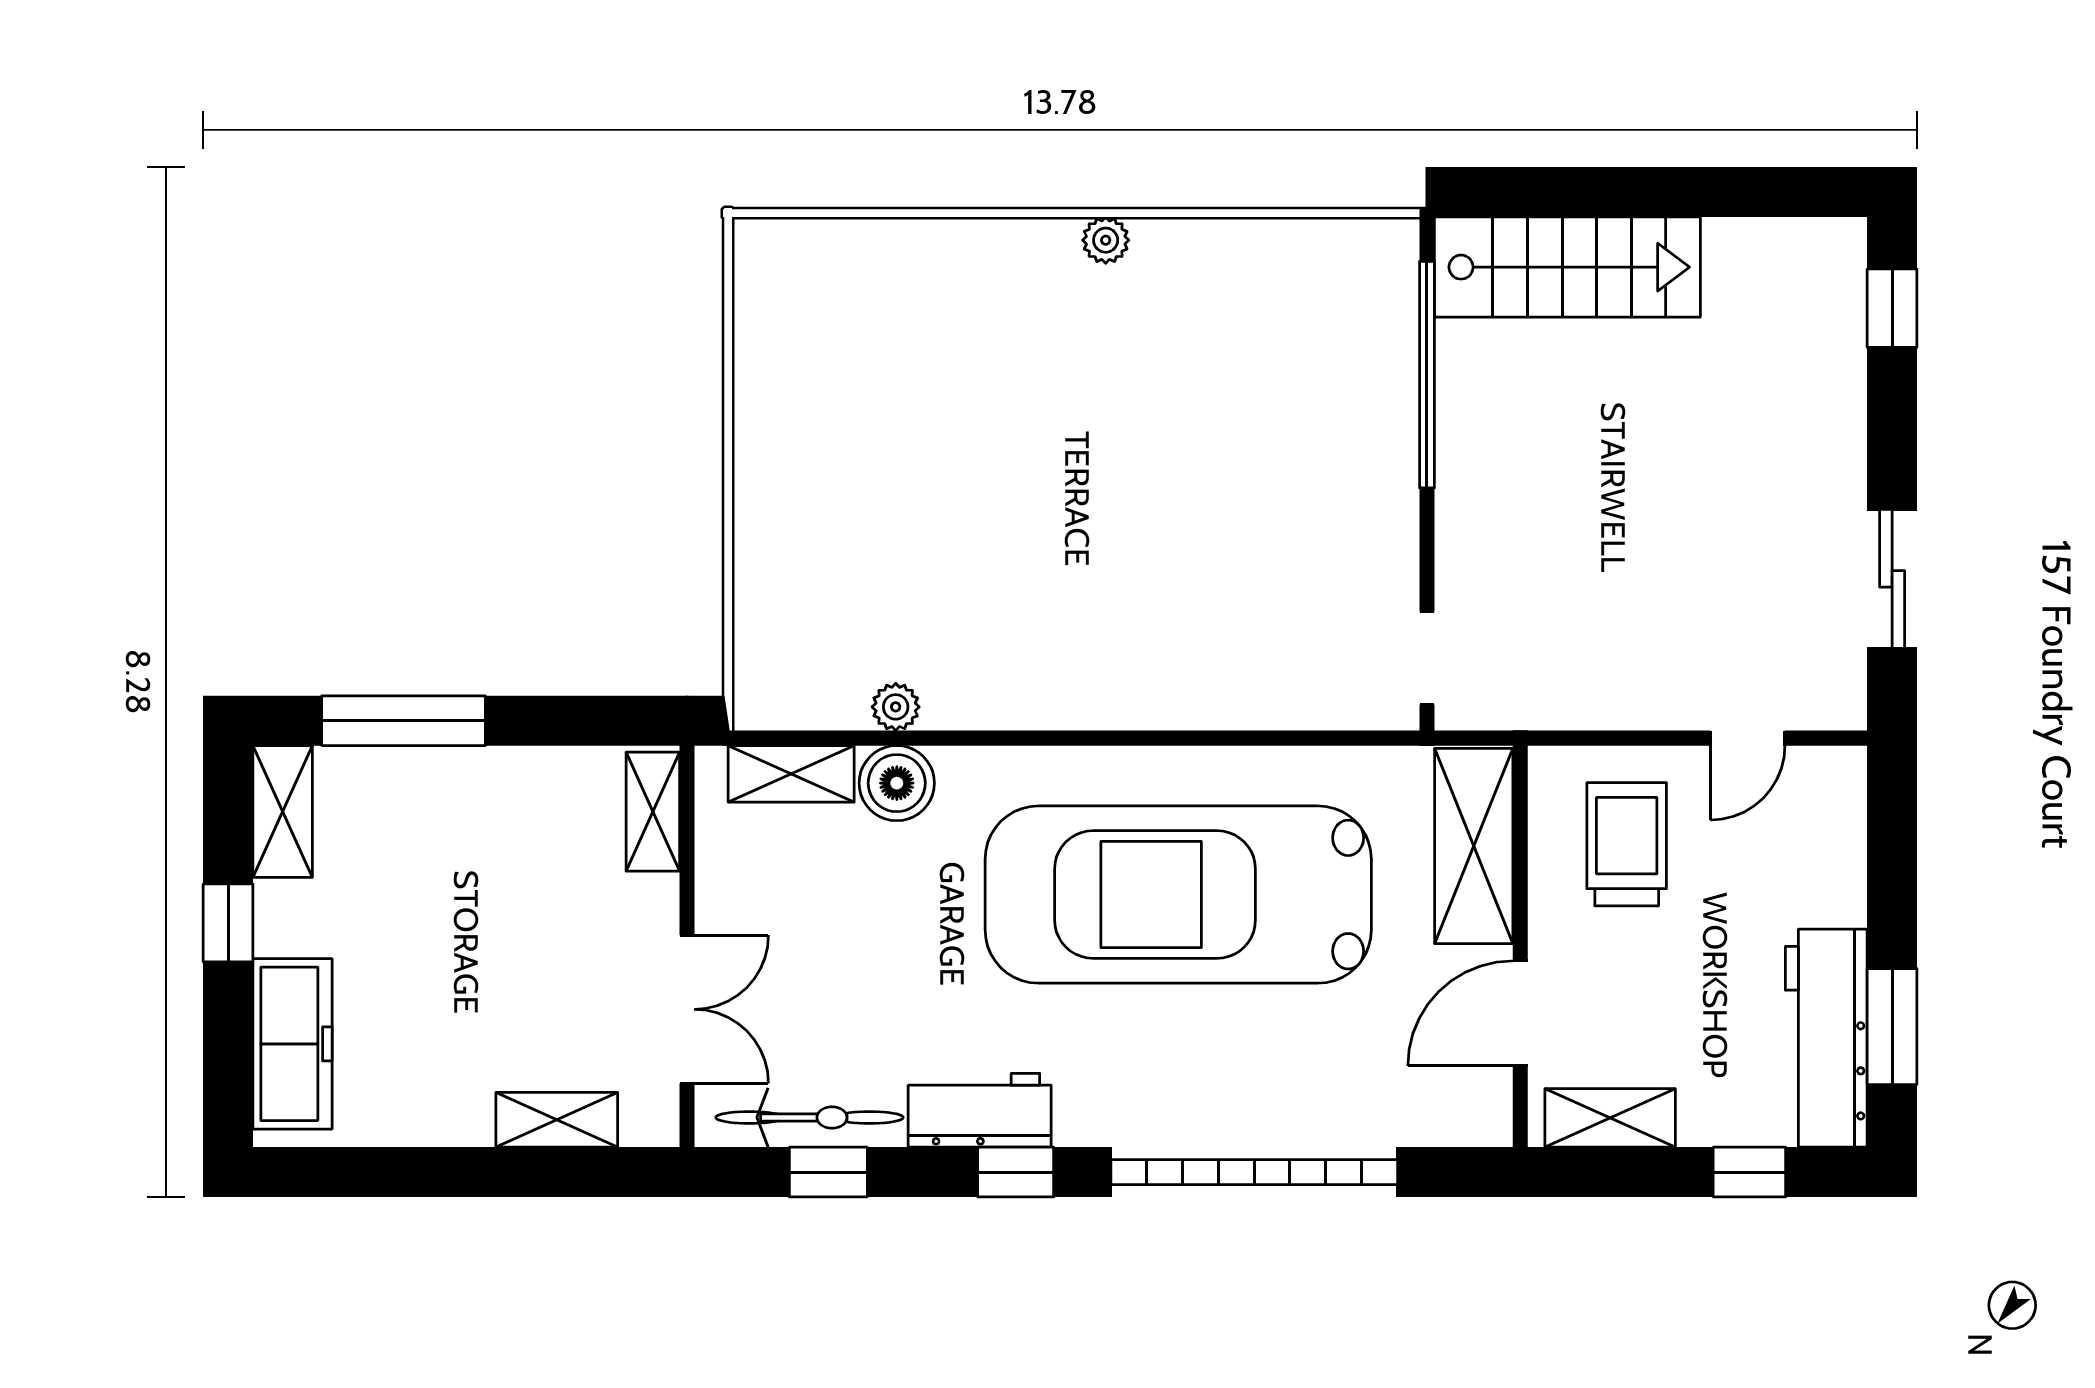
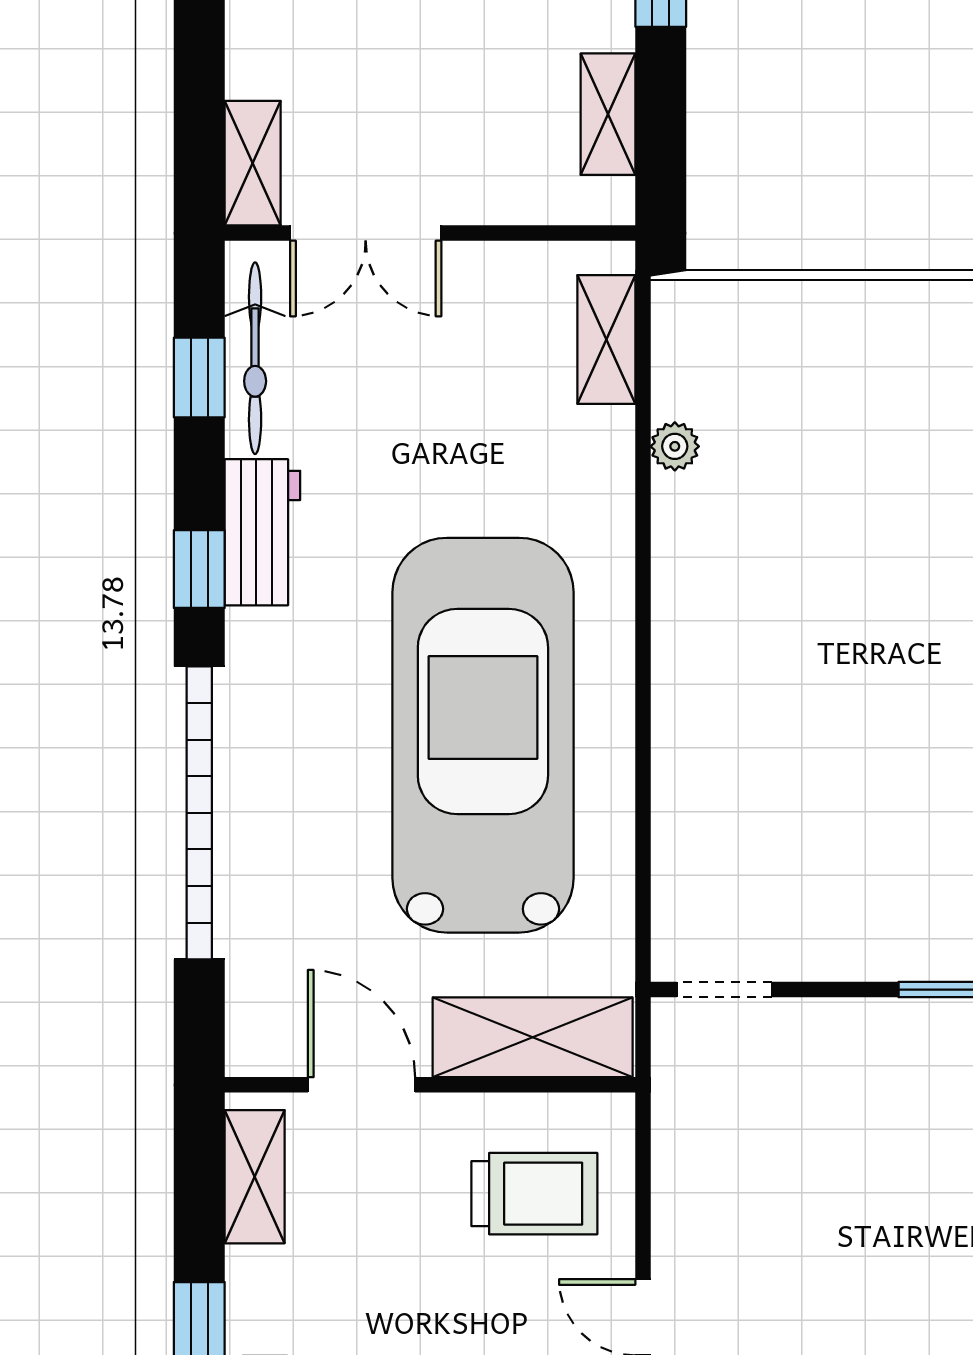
boiler: (897, 783) -> (597, 447), removed
shelving: (653, 812) -> (608, 114), moved, turned 90
shelving: (557, 1120) -> (253, 163), moved

